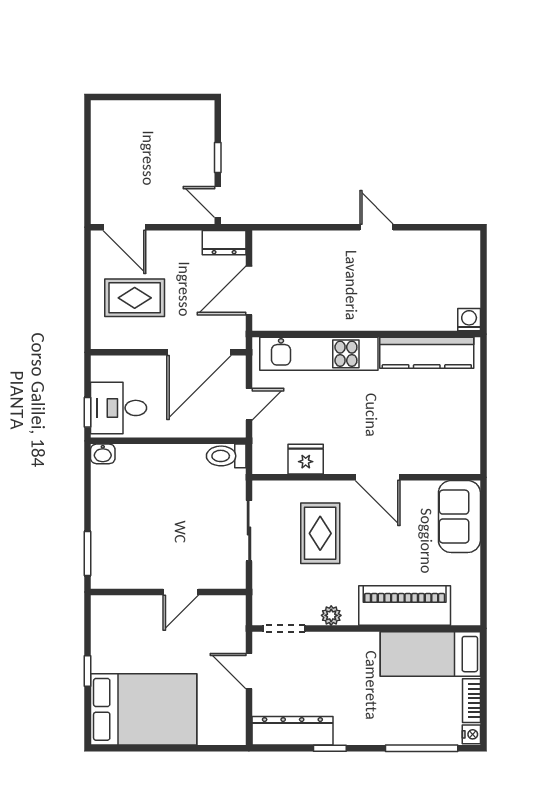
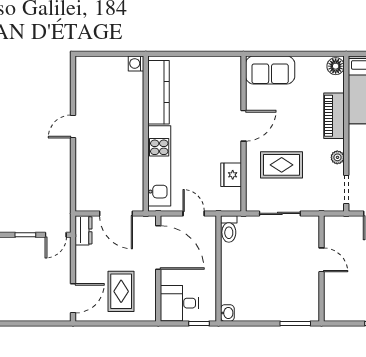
desk: (118, 408) -> (179, 303), moved, turned 90
piano: (405, 605) -> (334, 116), width x0.73, depth x0.75
floor lamp: (465, 613) -> (336, 66), added

